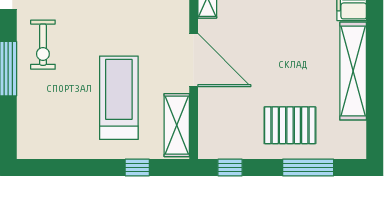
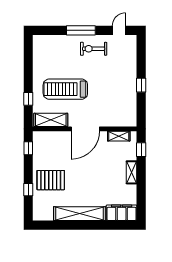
treadmill: (119, 98) -> (65, 89), turned 180
pallet: (290, 125) -> (51, 180), turned 90
window: (308, 168) -> (28, 190), width x0.46

